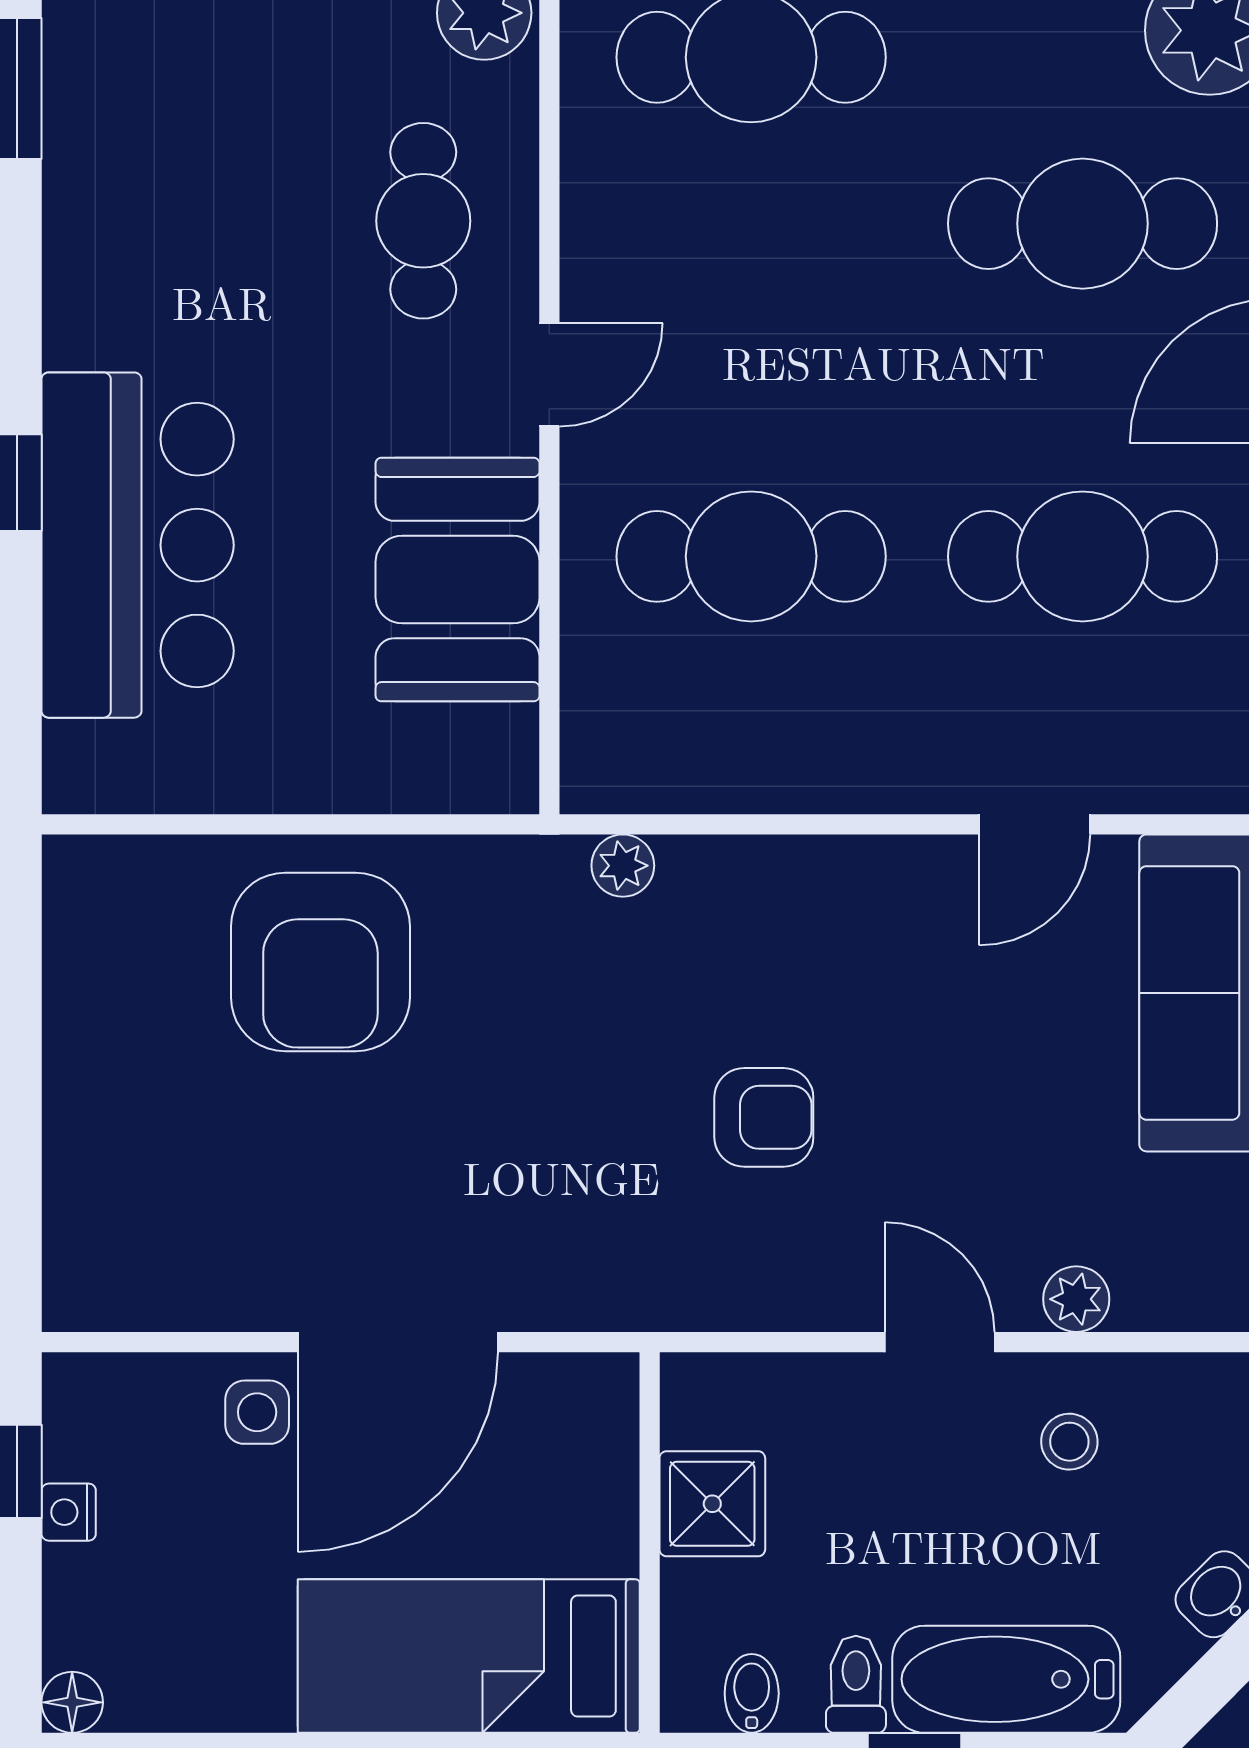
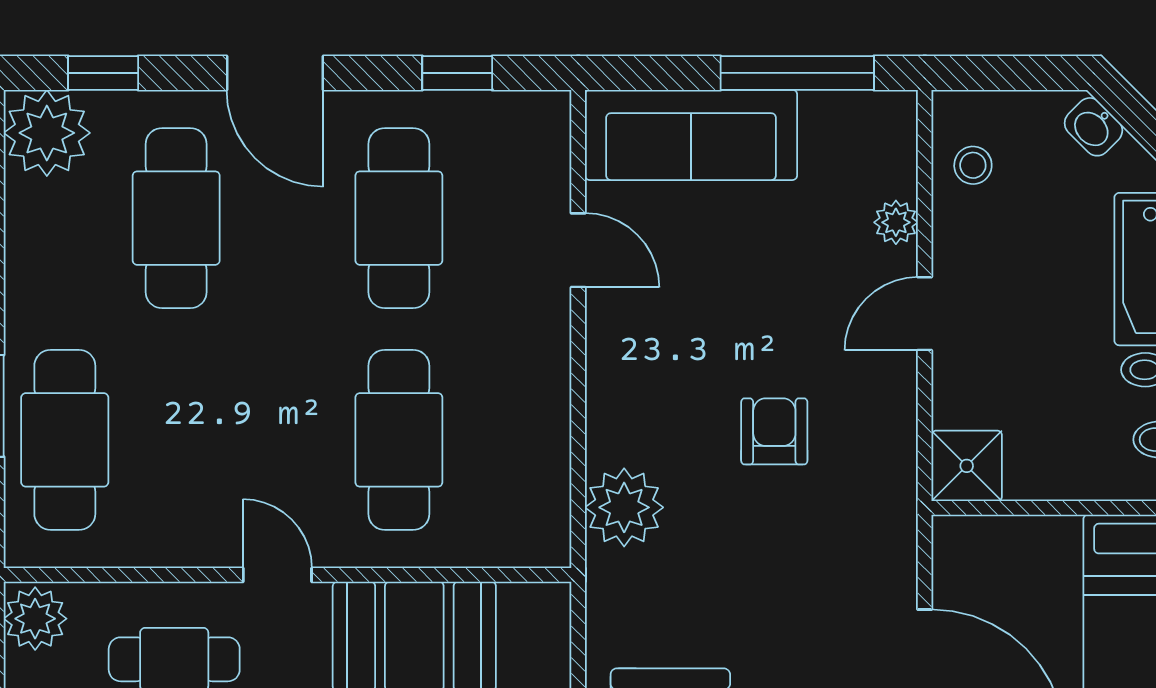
plant: (623, 866) -> (624, 507), width x1.88, depth x1.88
stool: (1069, 1442) -> (973, 165), moved
shower: (712, 1504) -> (967, 466), moved

